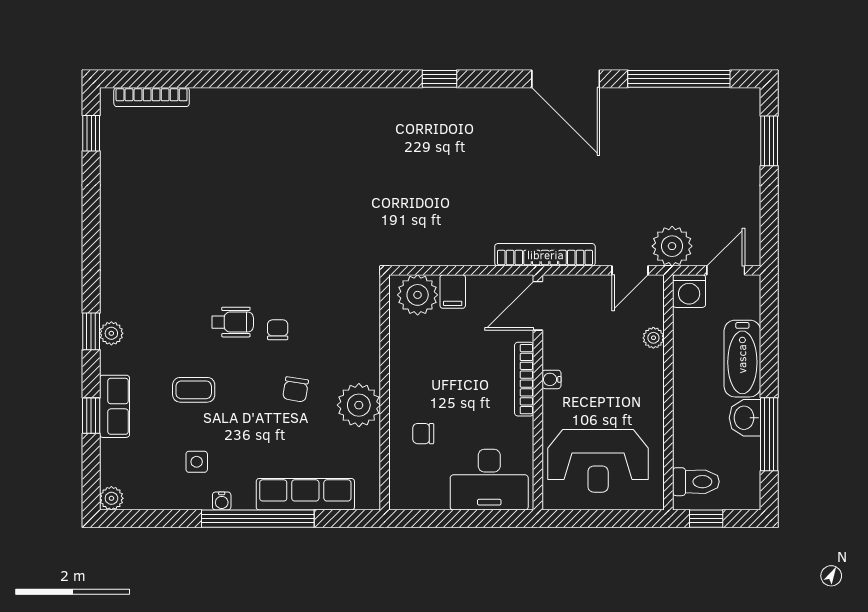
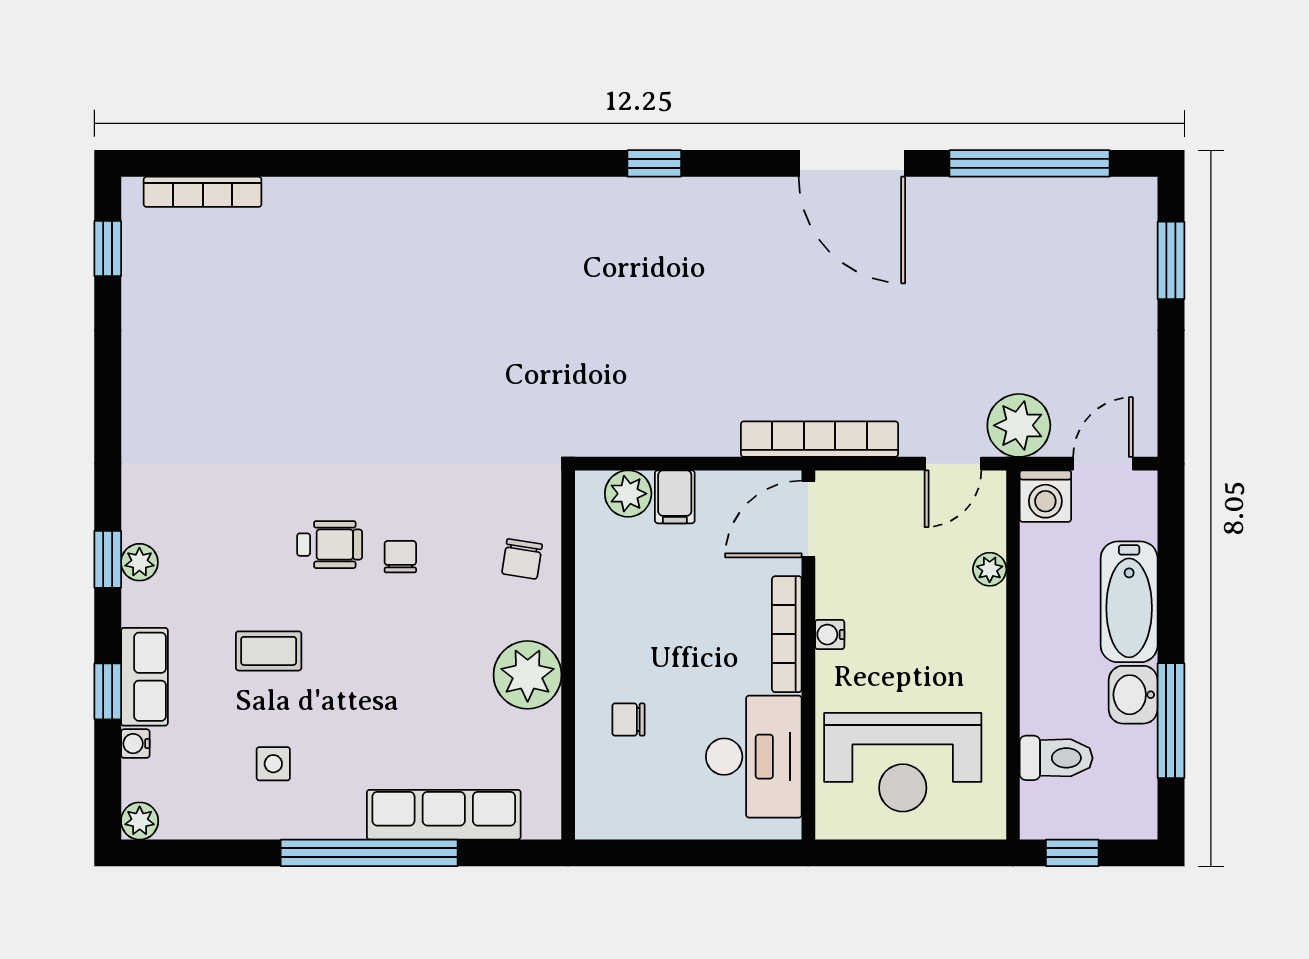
plant: (418, 295) -> (628, 494), width x0.73, depth x0.73
chair: (295, 389) -> (522, 559), moved
desk: (489, 480) -> (754, 757), moved, turned -90
toilet: (696, 482) -> (1056, 758), moved
water cooler: (222, 501) -> (135, 744), moved, turned 90

